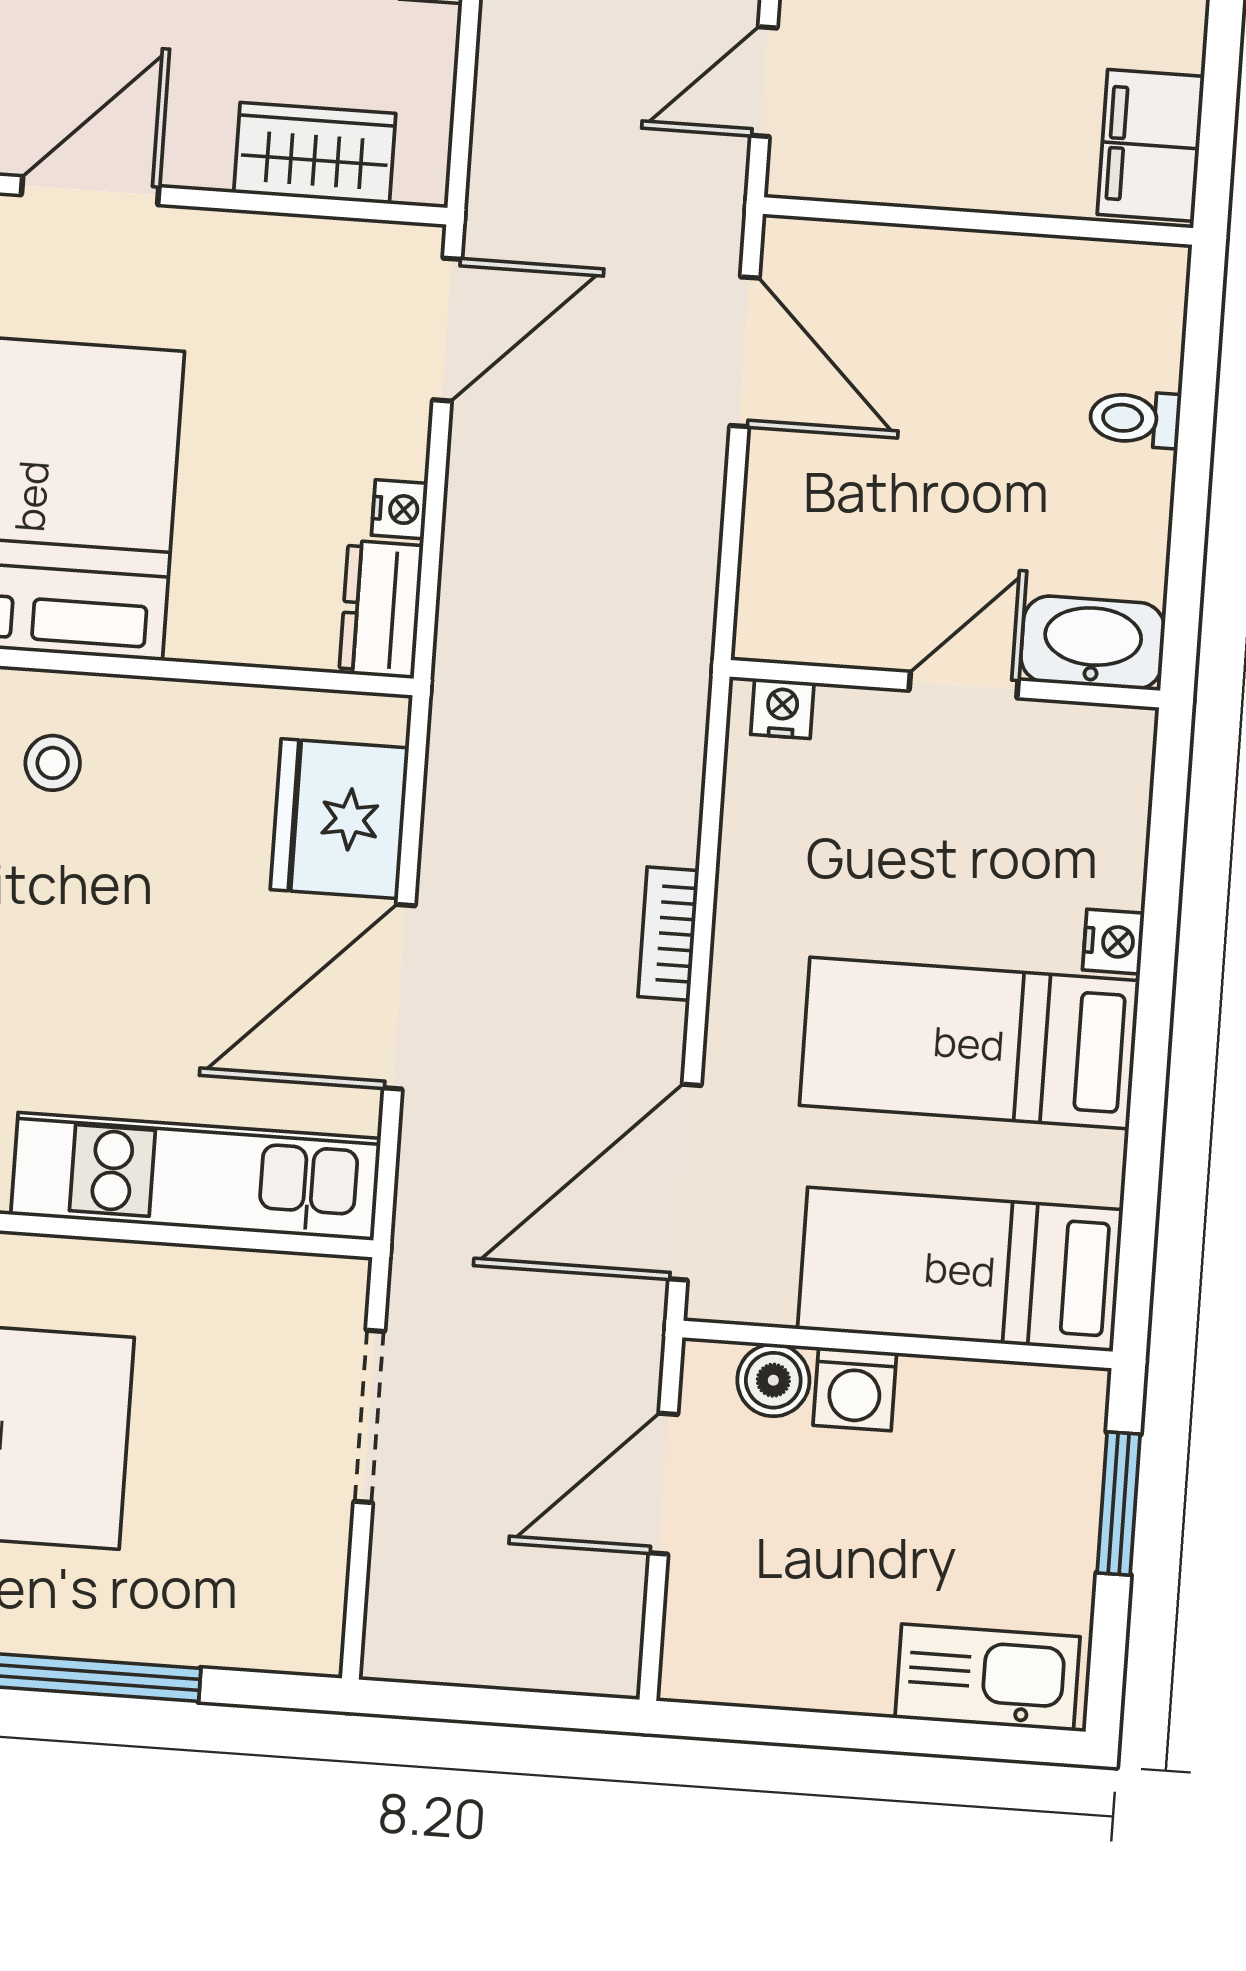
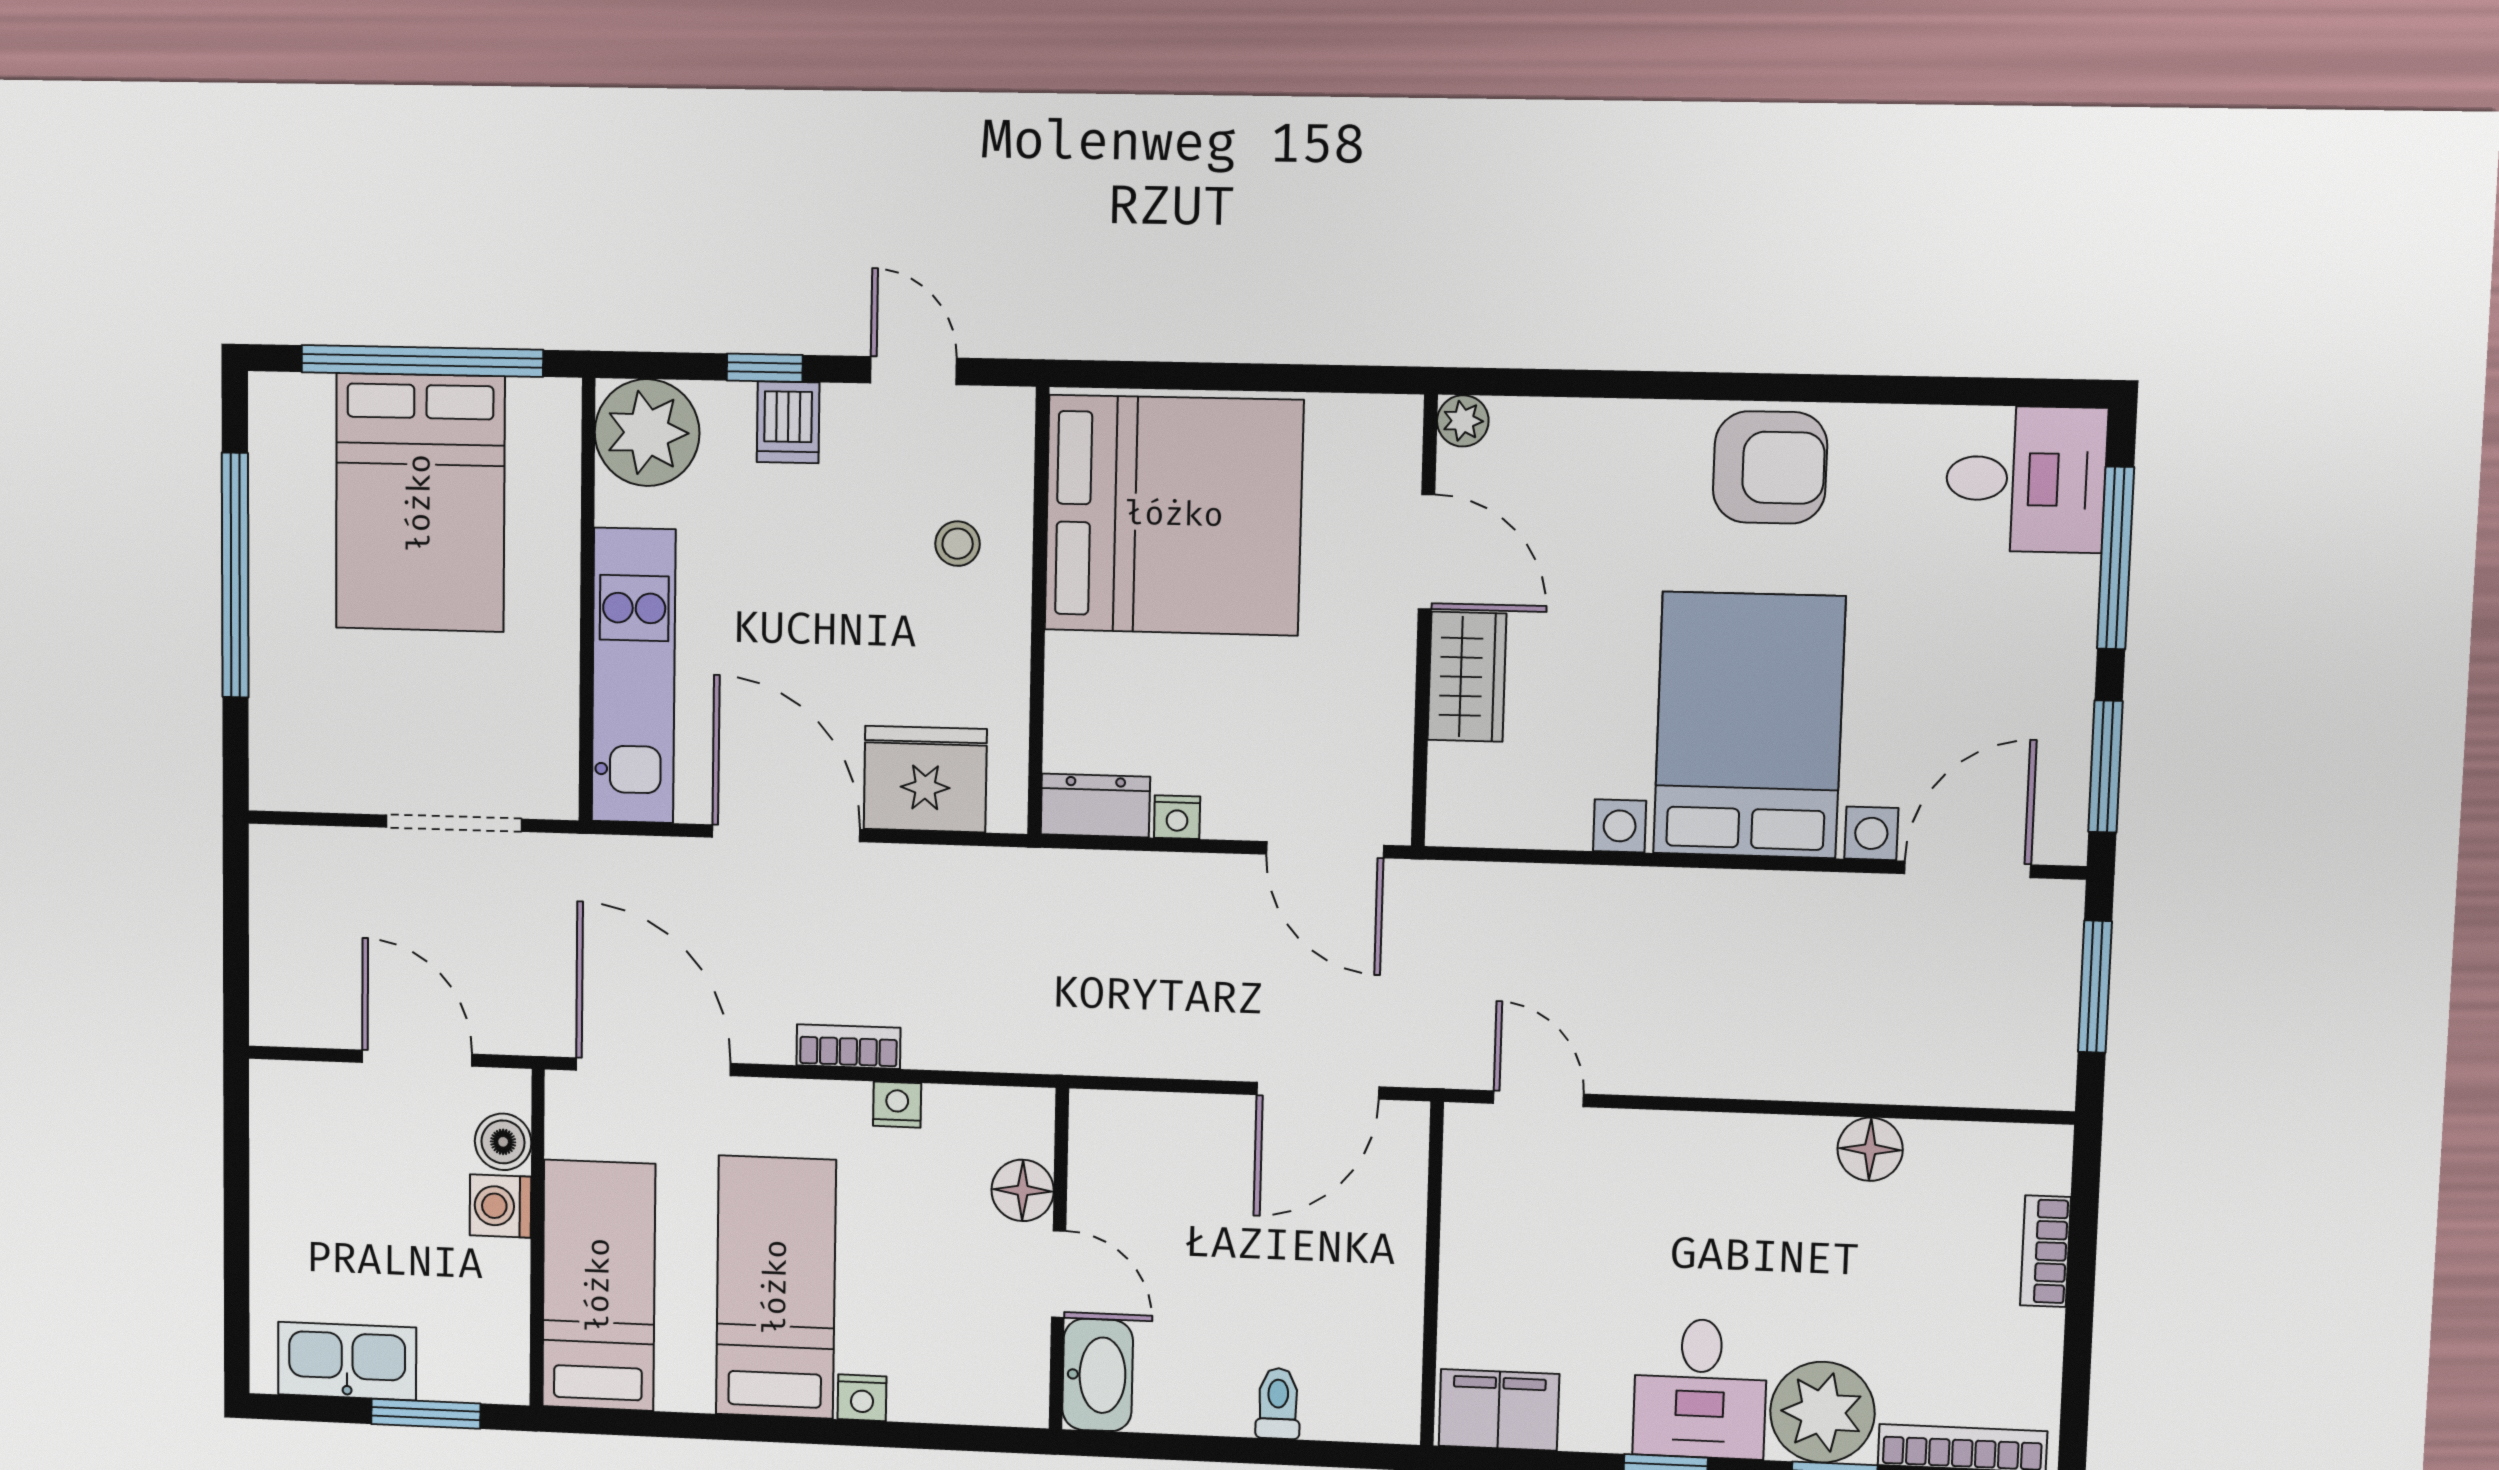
wardrobe: (315, 153) -> (1467, 677), moved
nightstand: (782, 709) -> (897, 1105), moved, turned -90
floor lamp: (857, 725) -> (1023, 1190), added
kitchen sink: (988, 1677) -> (347, 1361), moved, turned -90

